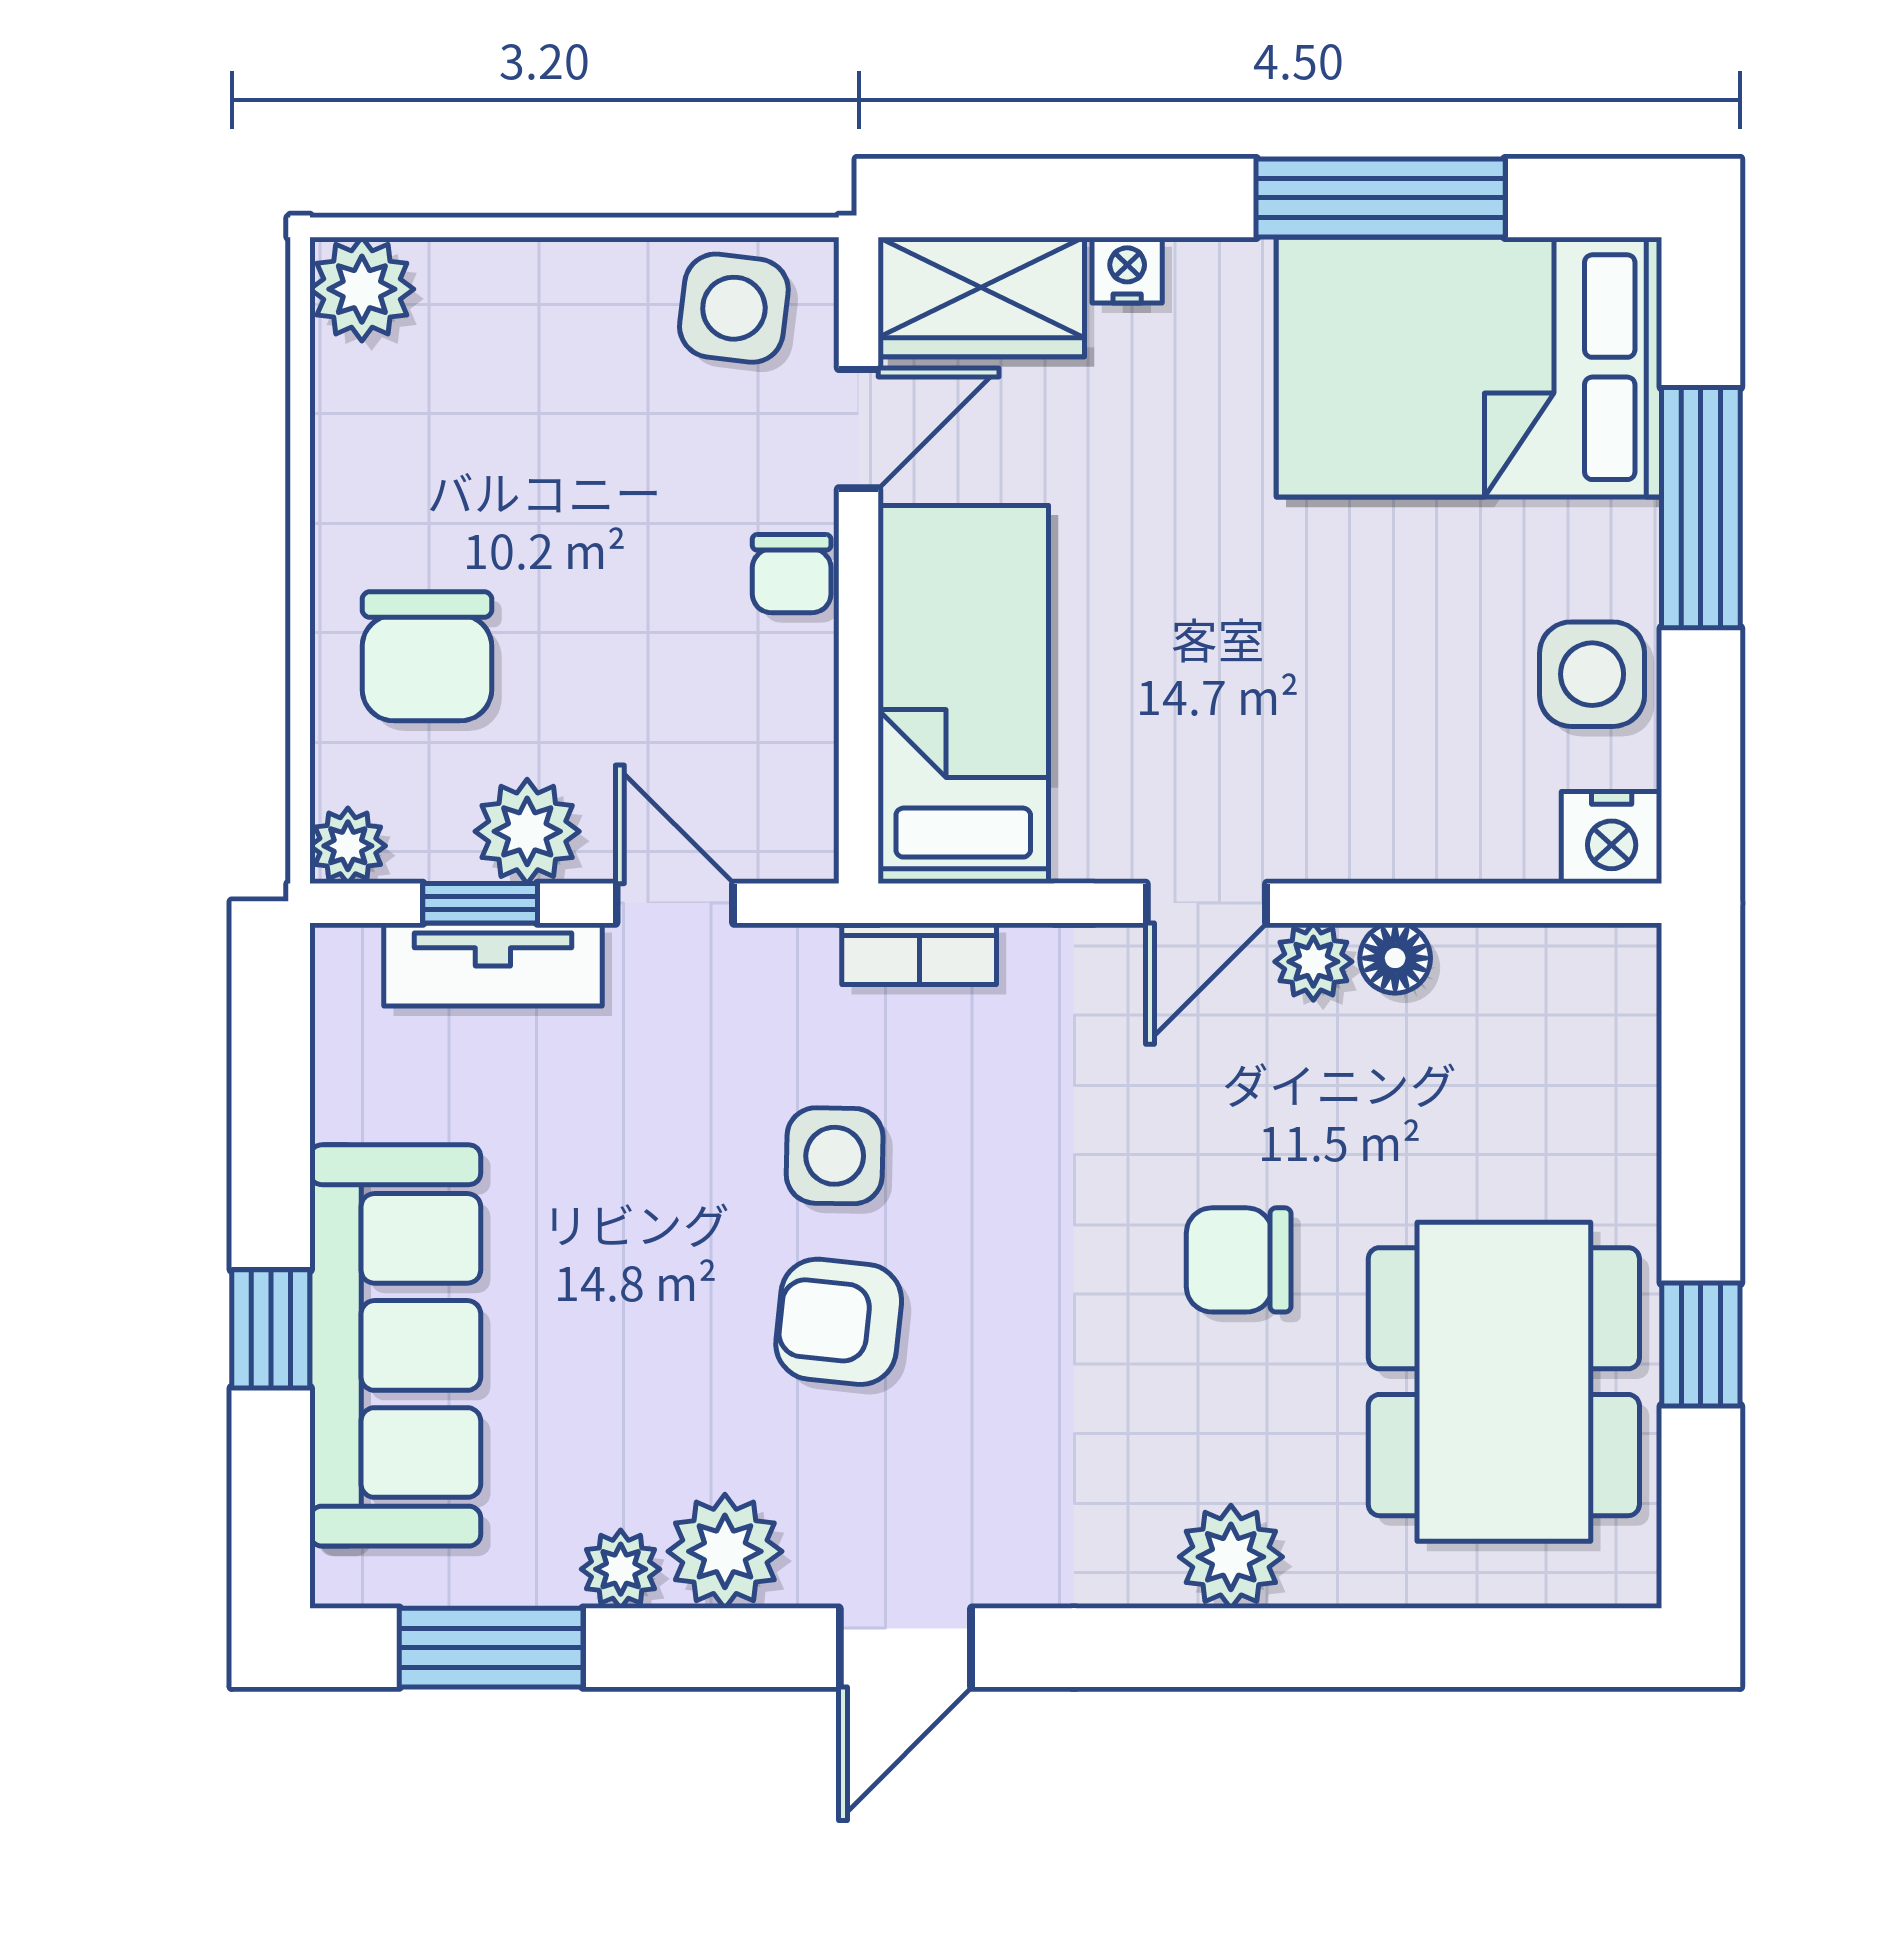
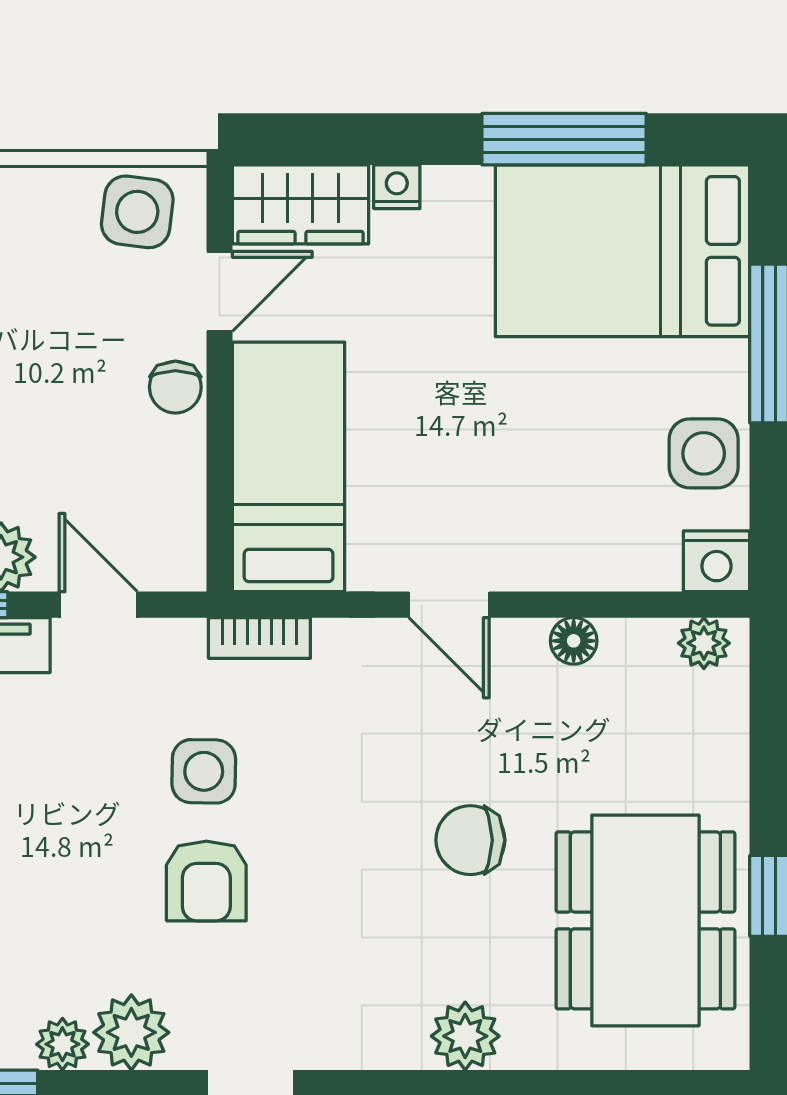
door: (1206, 903) -> (449, 605), hinge flipped
plant: (1313, 962) -> (704, 643), moved
armchair: (839, 1322) -> (206, 881), turned -96

